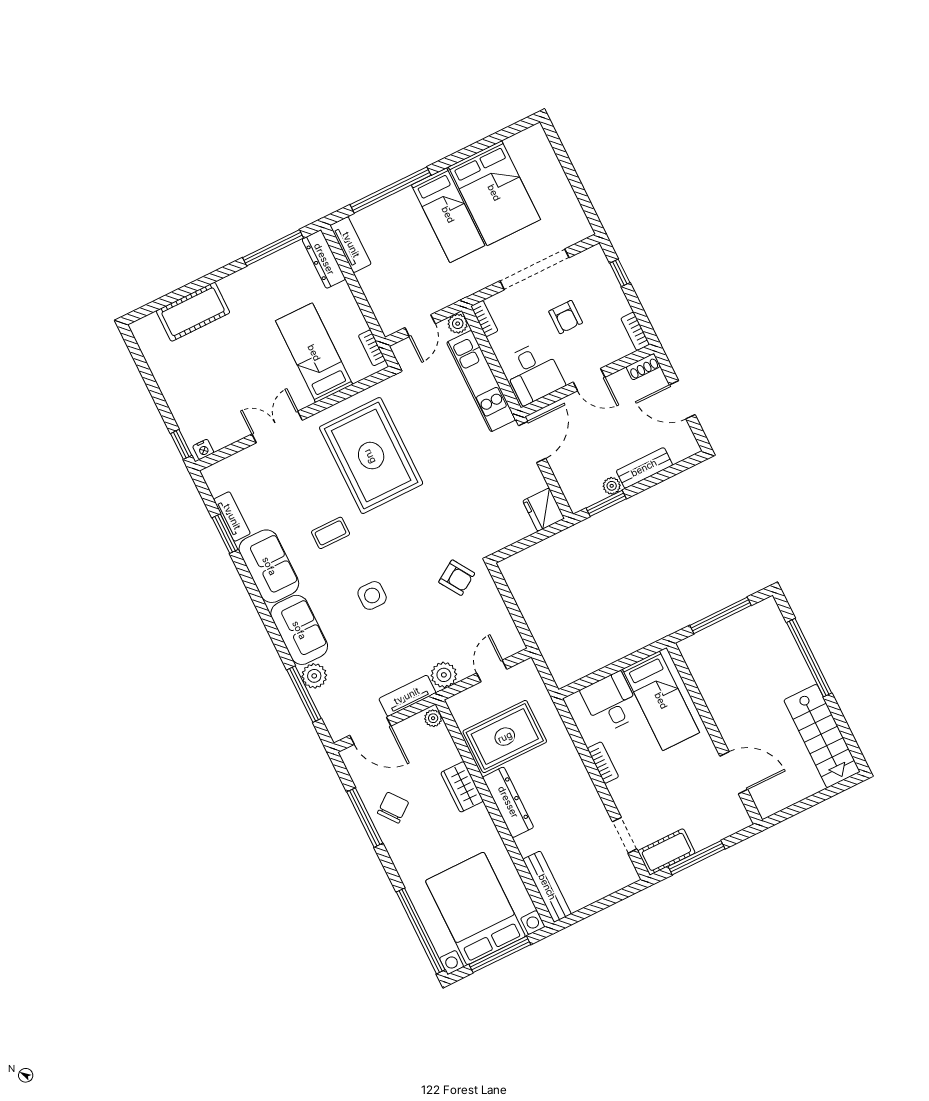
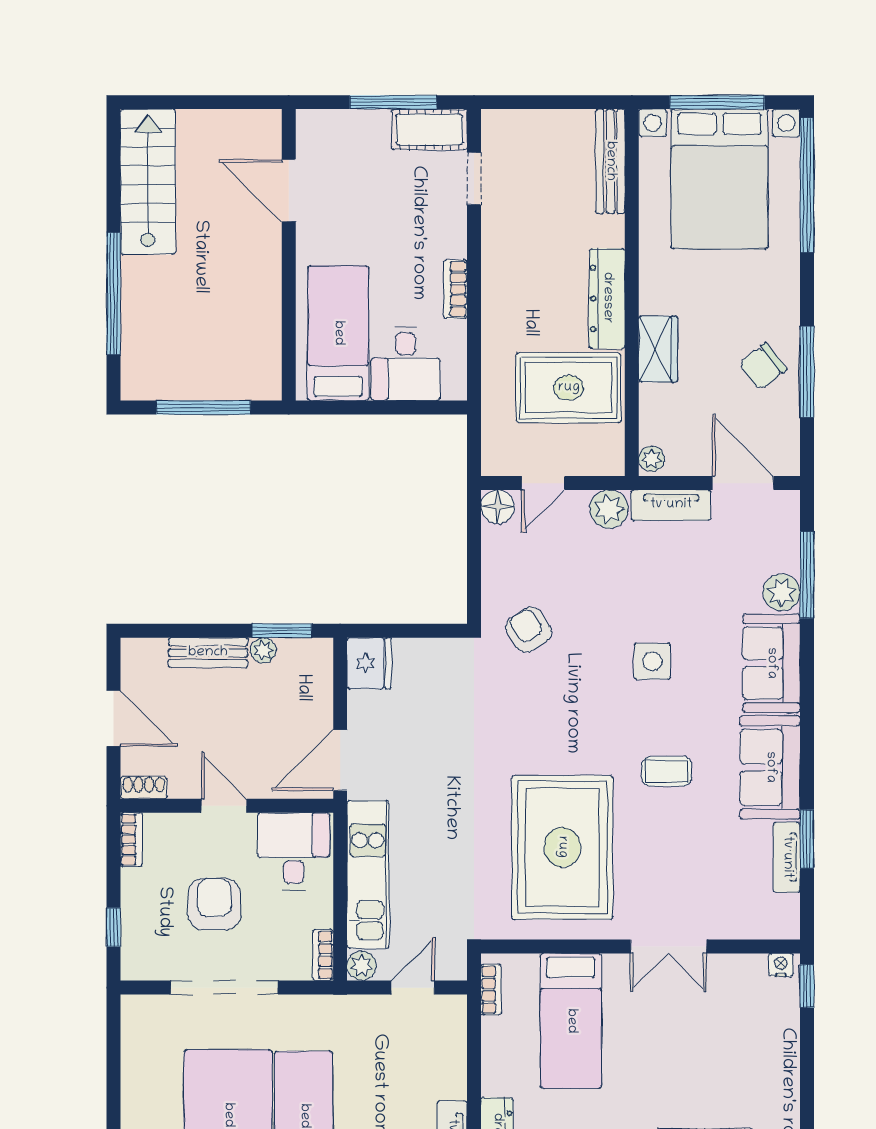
armchair: (566, 317) -> (214, 904), width x1.38, depth x1.38
floor lamp: (512, 643) -> (498, 507), added

